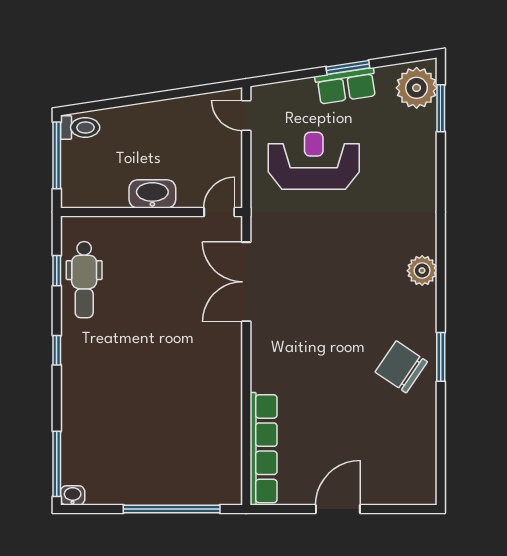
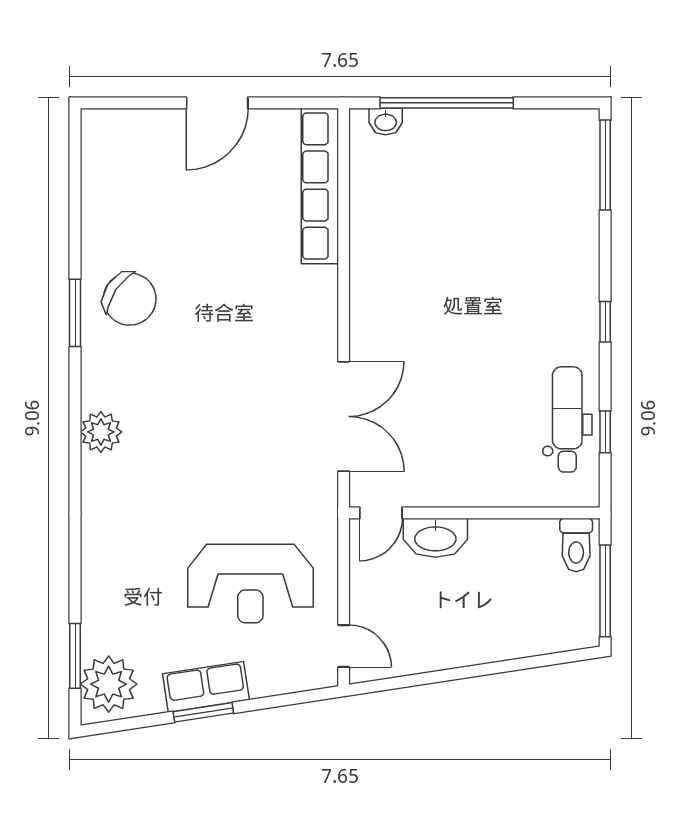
toilet: (80, 127) -> (576, 545), moved, turned -90
washbasin: (152, 194) -> (435, 538), moved
washbasin: (73, 495) -> (386, 122), moved

